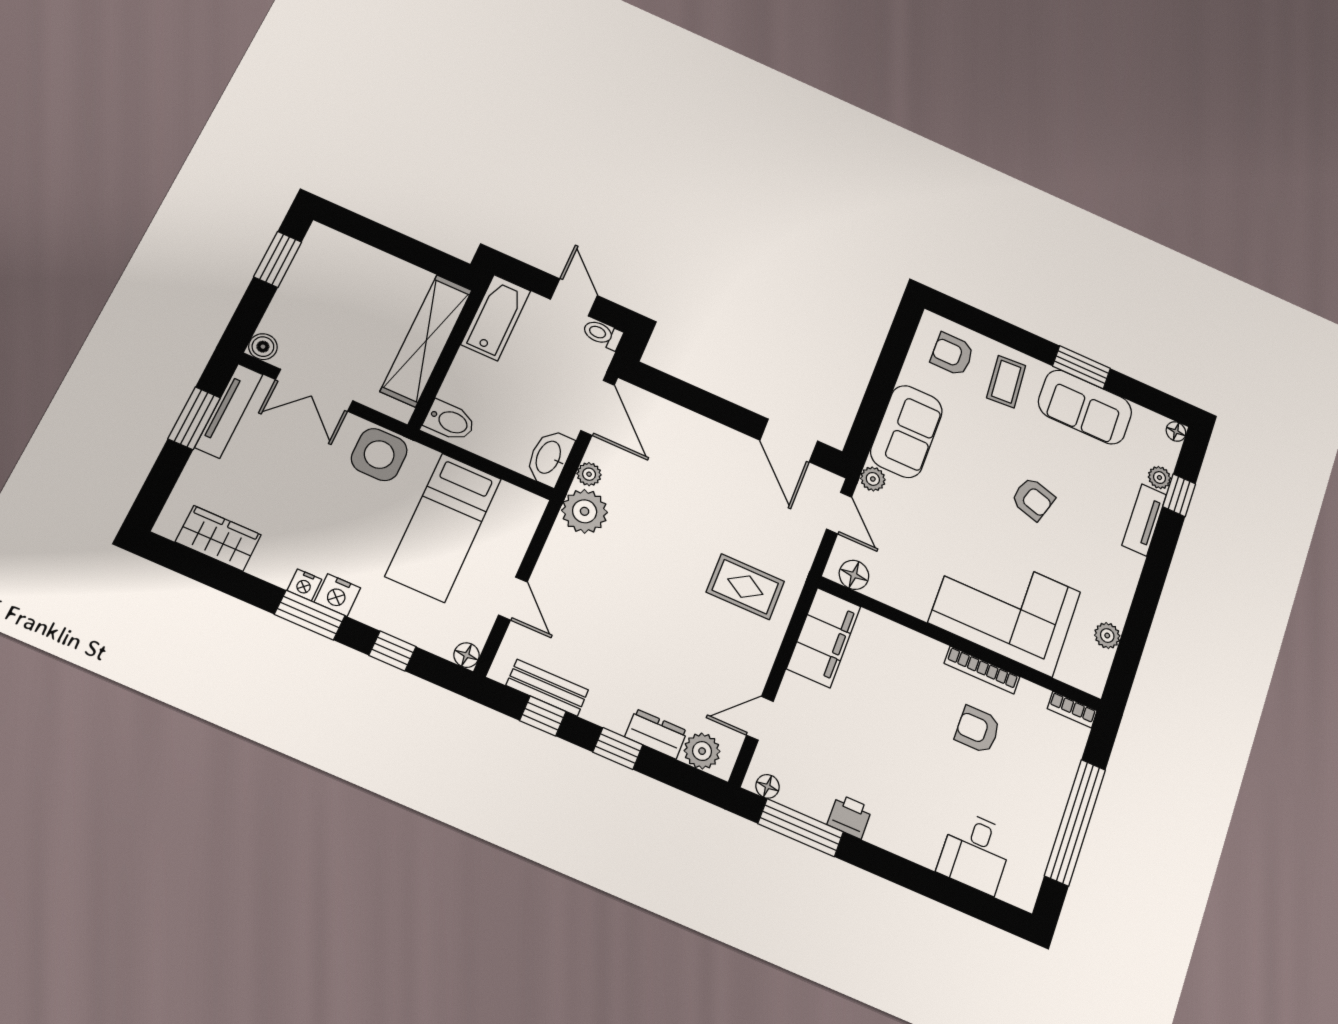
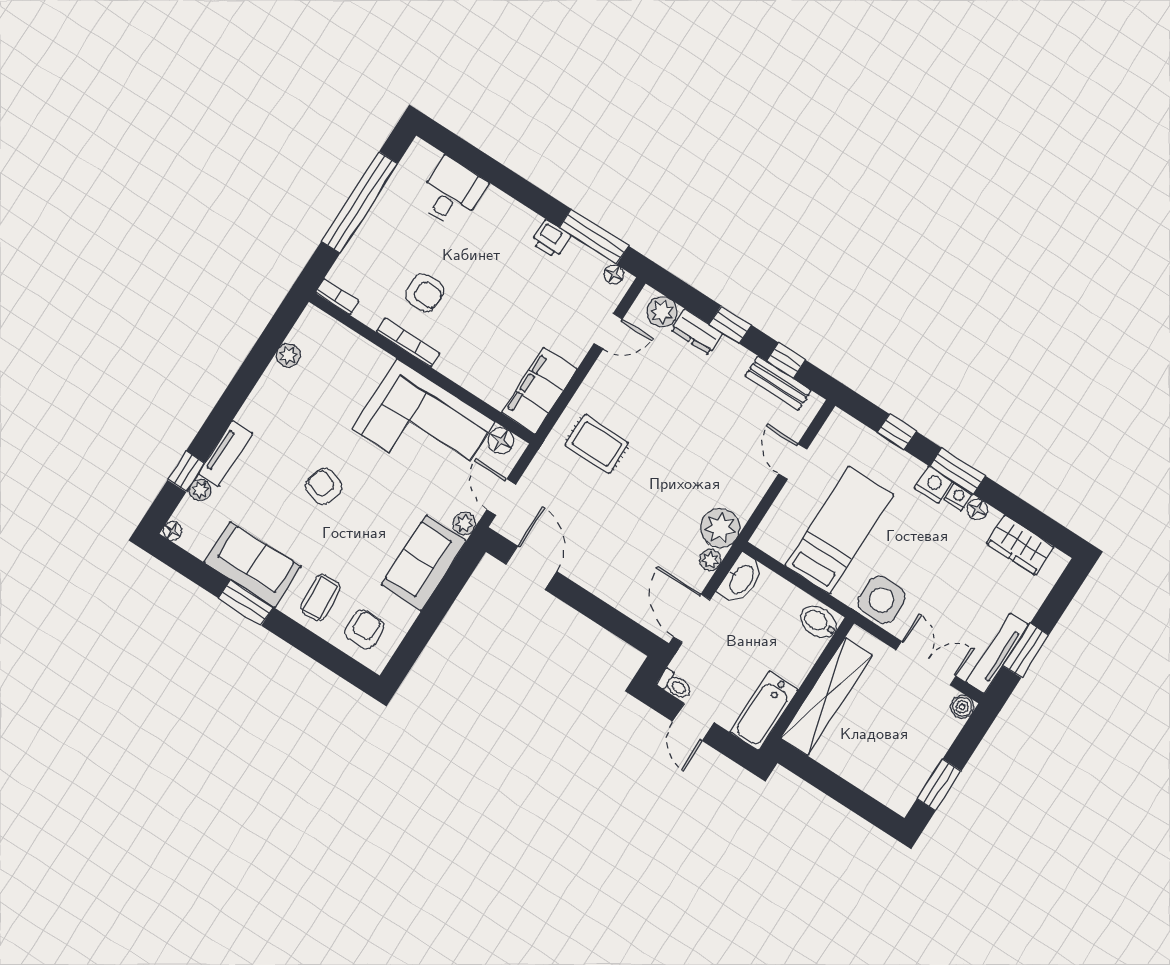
armchair: (952, 354) -> (364, 629), turned -90
corner sofa: (1005, 607) -> (423, 425), moved
floor lamp: (467, 655) -> (977, 509), moved

